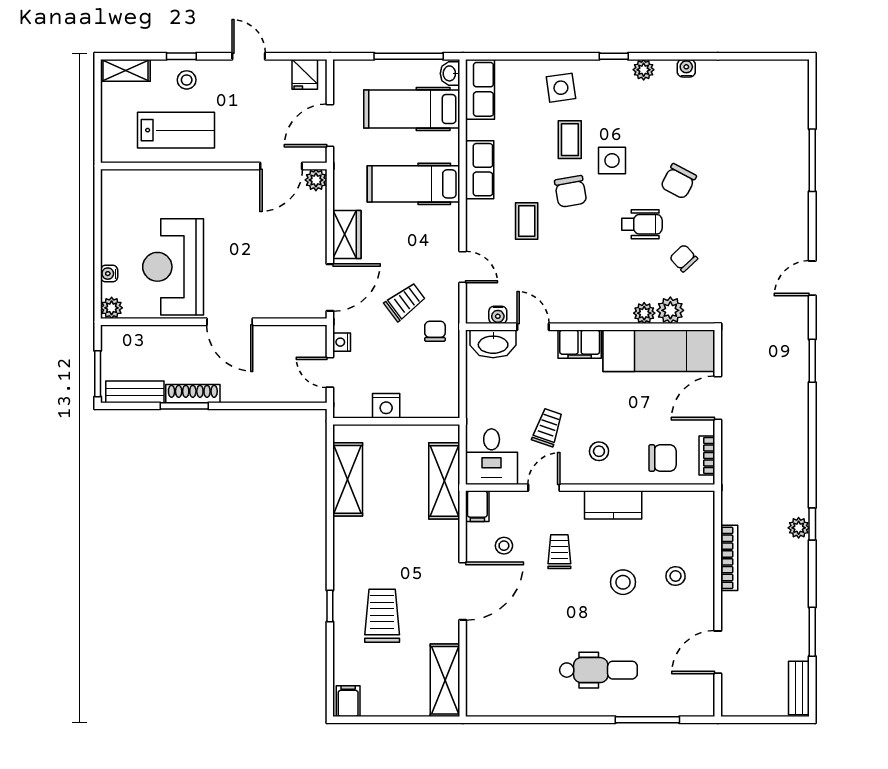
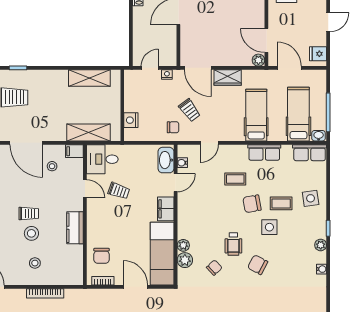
nightstand: (386, 406) -> (131, 120), moved
stool: (599, 451) -> (105, 220), removed
trolley: (559, 552) -> (29, 214), moved

